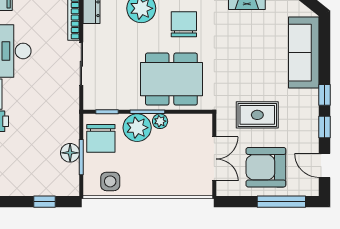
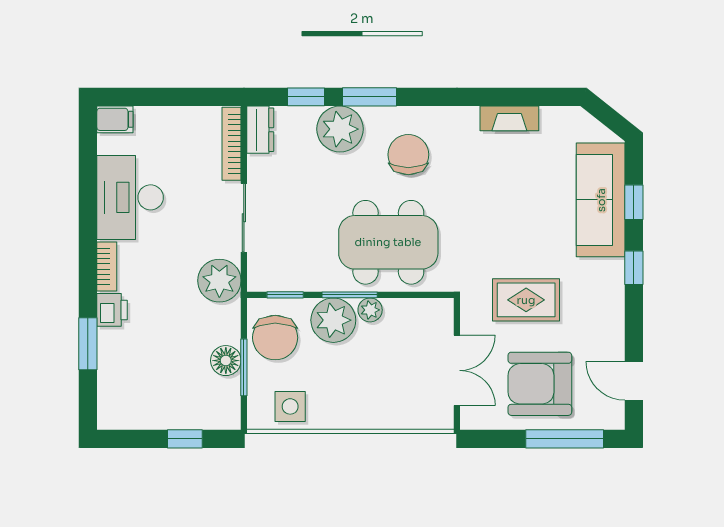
plant: (66, 103) -> (219, 281), added
window: (325, 127) -> (634, 202), moved

